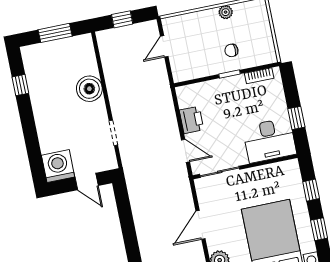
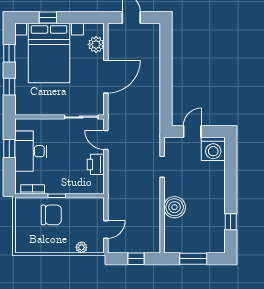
plant: (226, 12) -> (81, 247), moved
chair: (231, 50) -> (51, 215), width x1.87, depth x1.87
desk: (269, 140) -> (31, 151), moved, turned -90
door: (87, 181) -> (192, 131), hinge flipped
door: (201, 225) -> (106, 77), width x1.36

